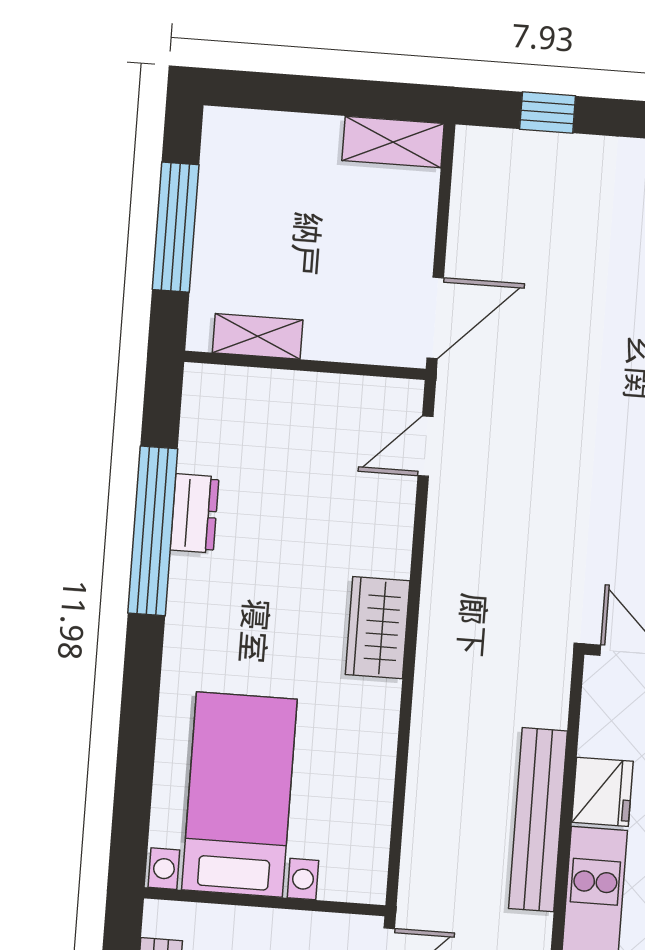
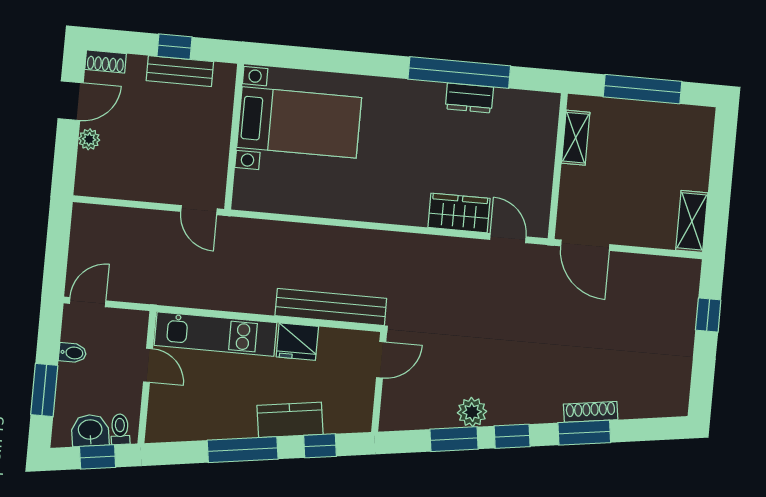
wardrobe: (378, 628) -> (459, 213), moved
bench: (538, 820) -> (331, 307), moved

